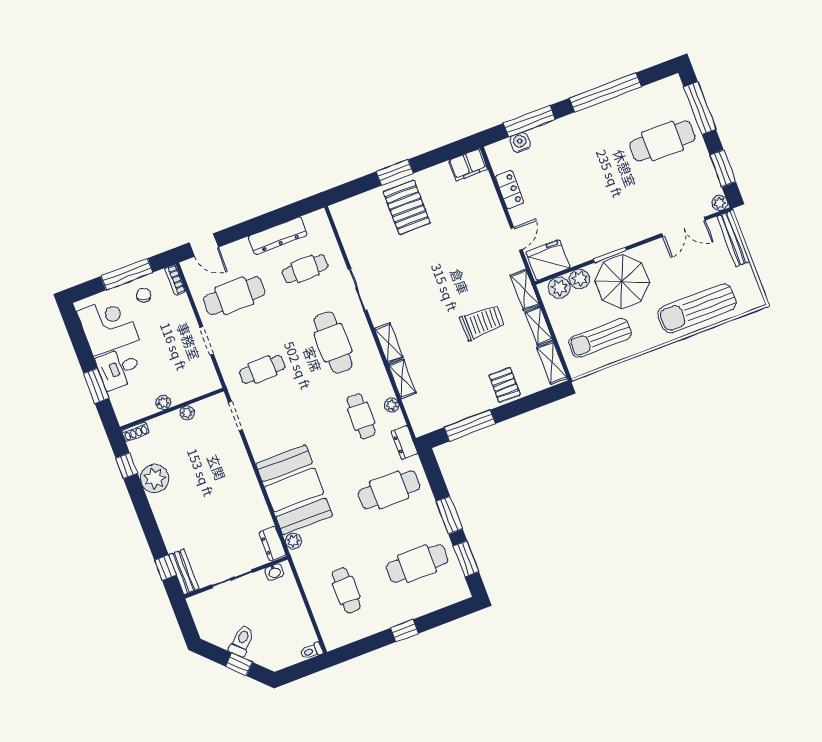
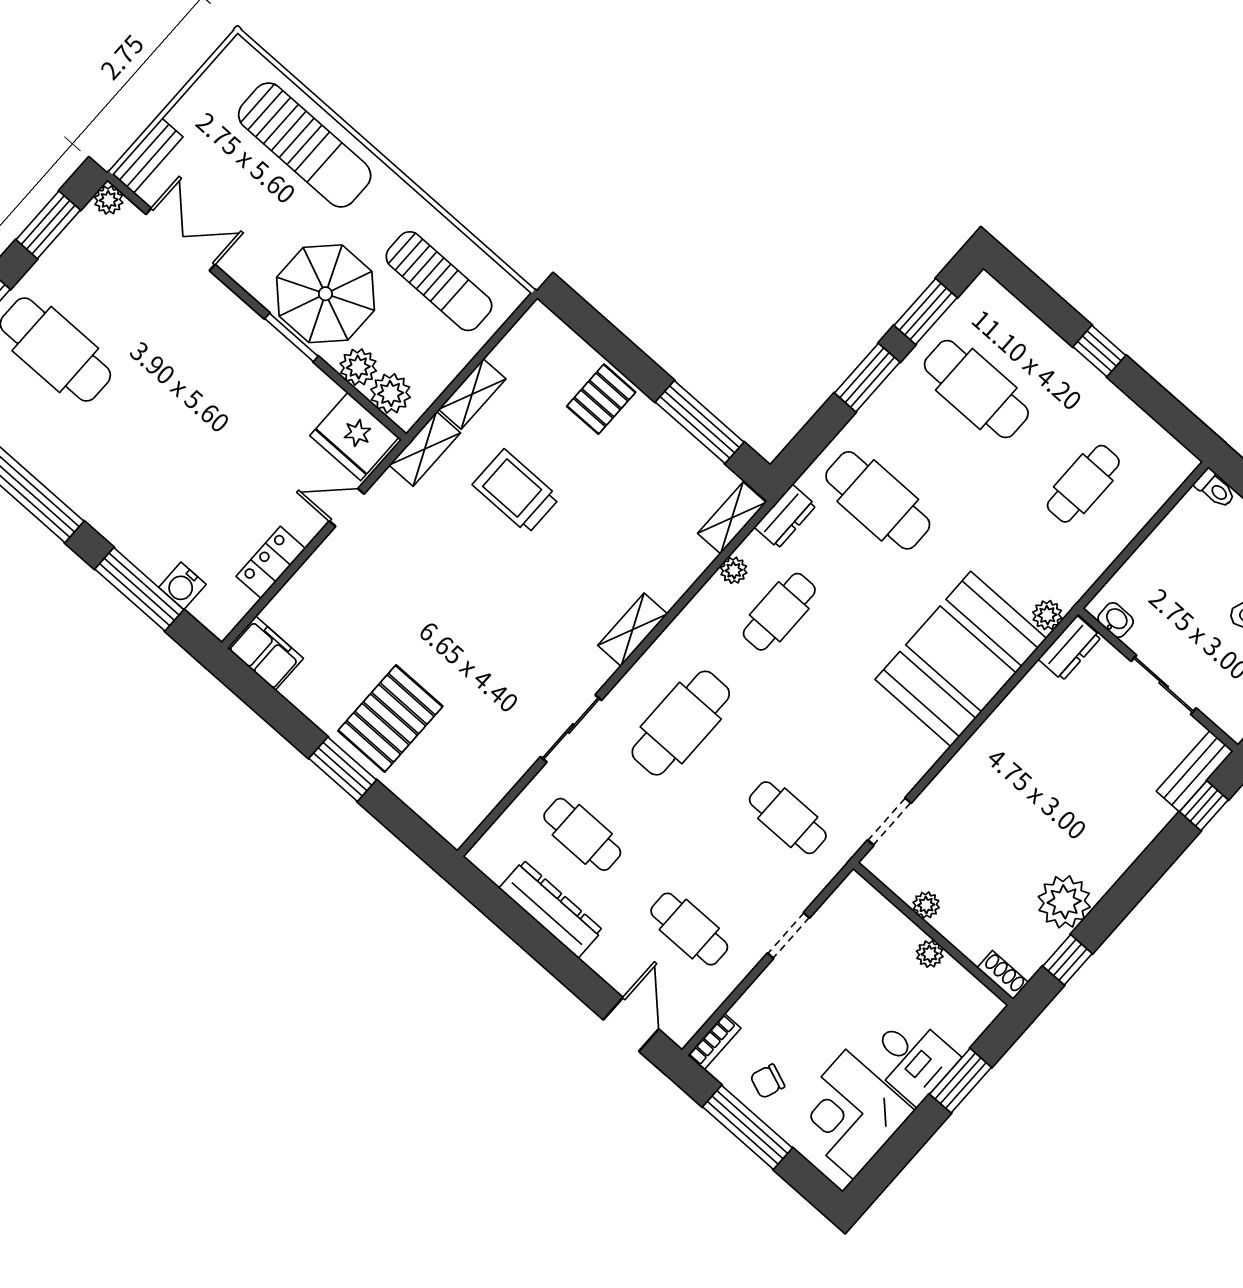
bench: (733, 239) -> (148, 156), width x0.73
cafe table: (234, 296) -> (689, 929), width x0.73, depth x0.74
shelving: (552, 363) -> (523, 340), removed
shelving: (402, 379) -> (732, 518), moved

